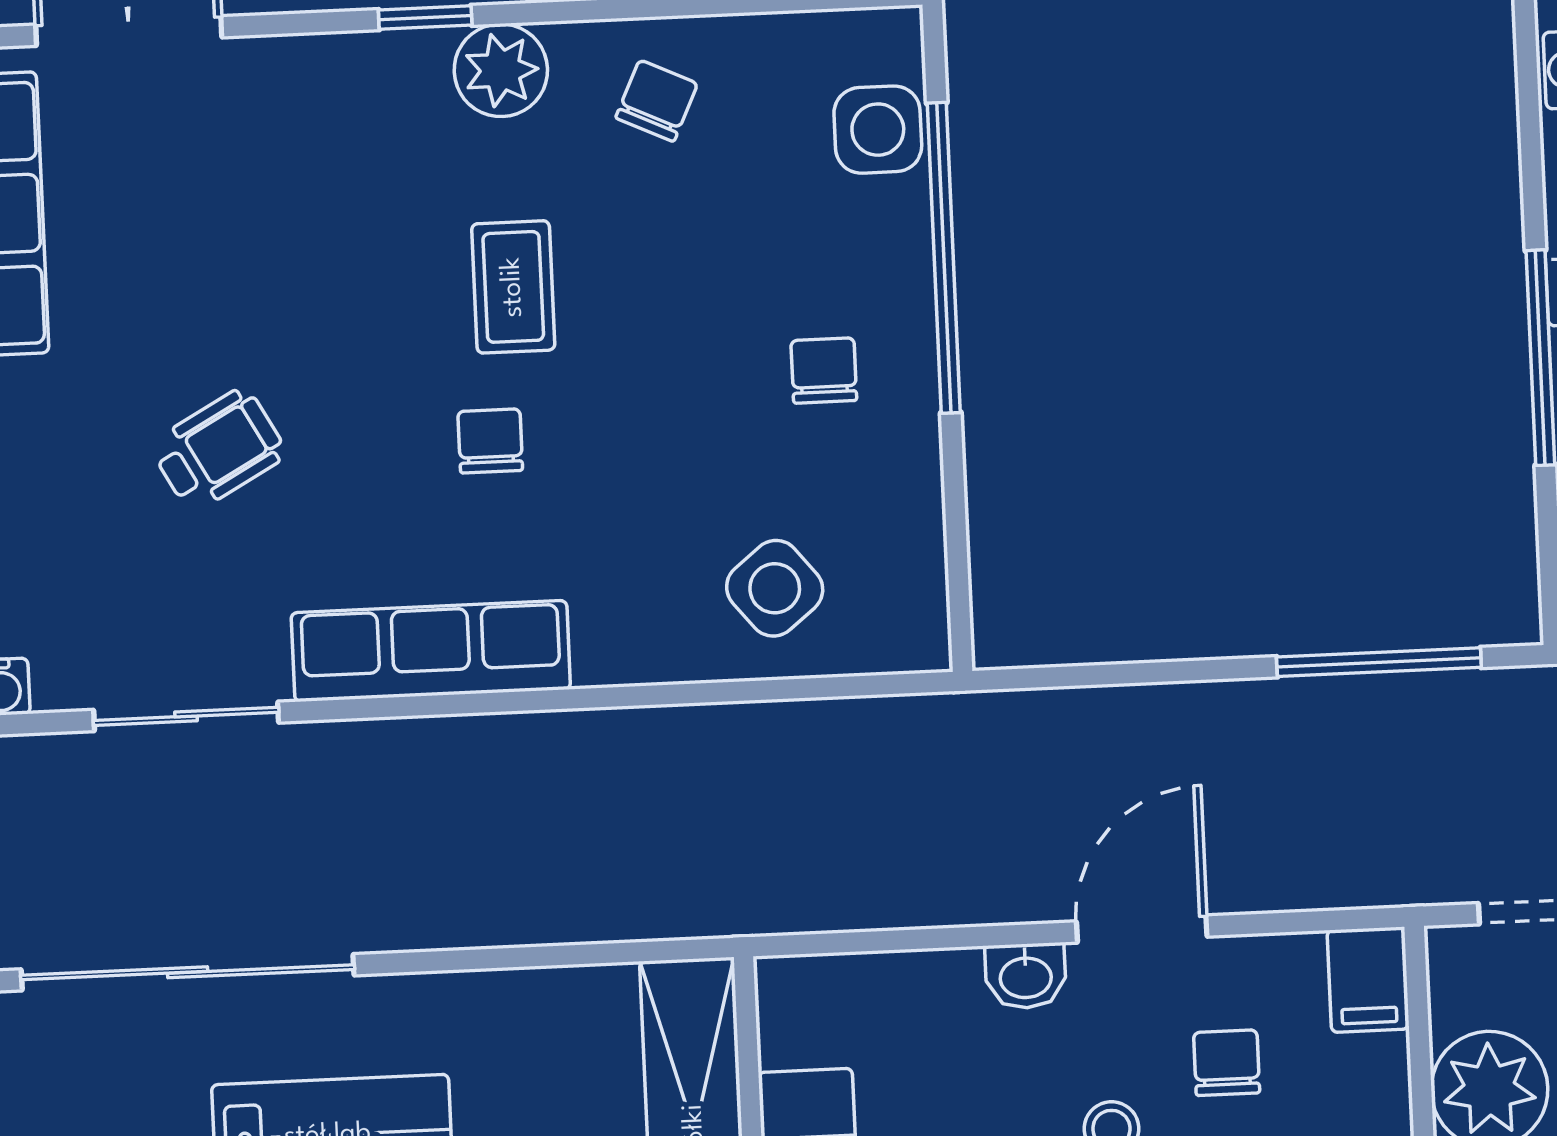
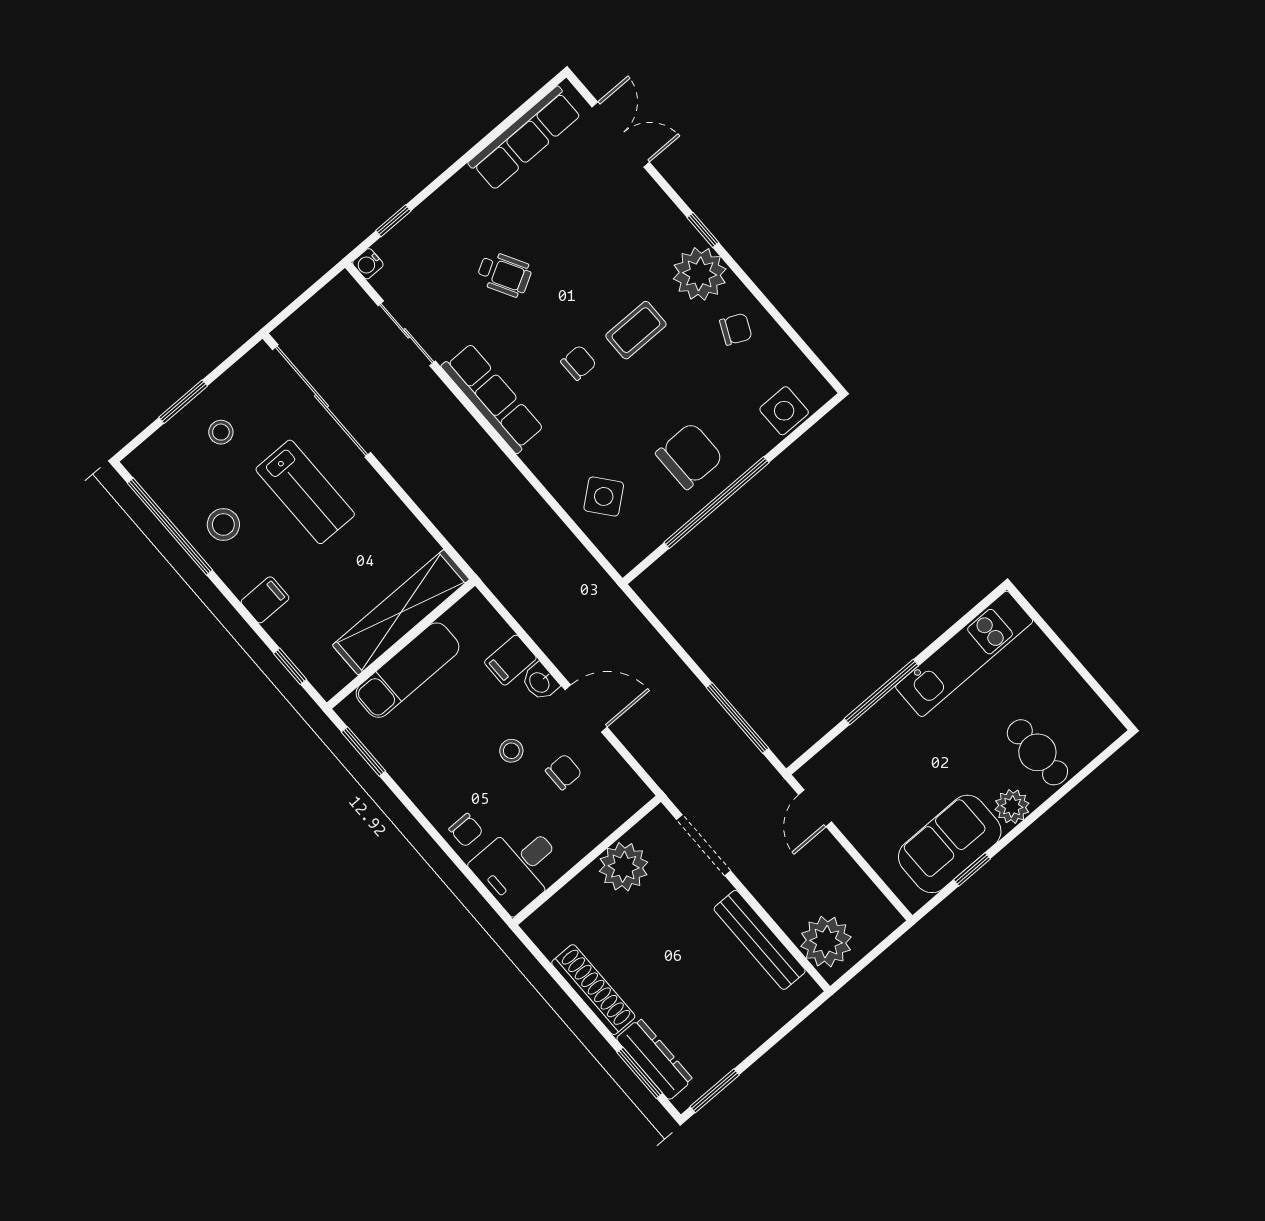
plant: (501, 70) -> (700, 274), width x1.36, depth x1.36
window: (944, 258) -> (716, 503), moved
chair: (824, 371) -> (689, 456), width x1.87, depth x1.87
filing cabinet: (1368, 980) -> (510, 660), moved

